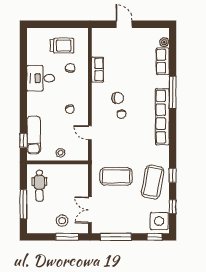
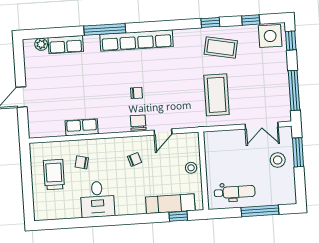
chair: (118, 98) -> (138, 123), moved
coffee table: (153, 182) -> (221, 47), width x0.73, depth x0.76

